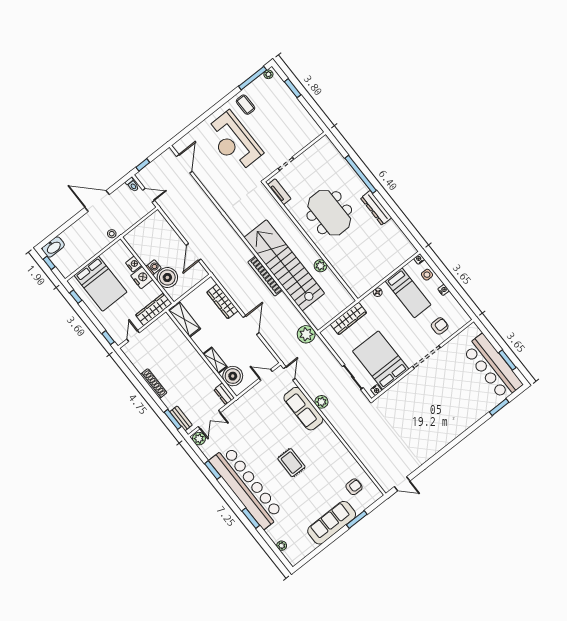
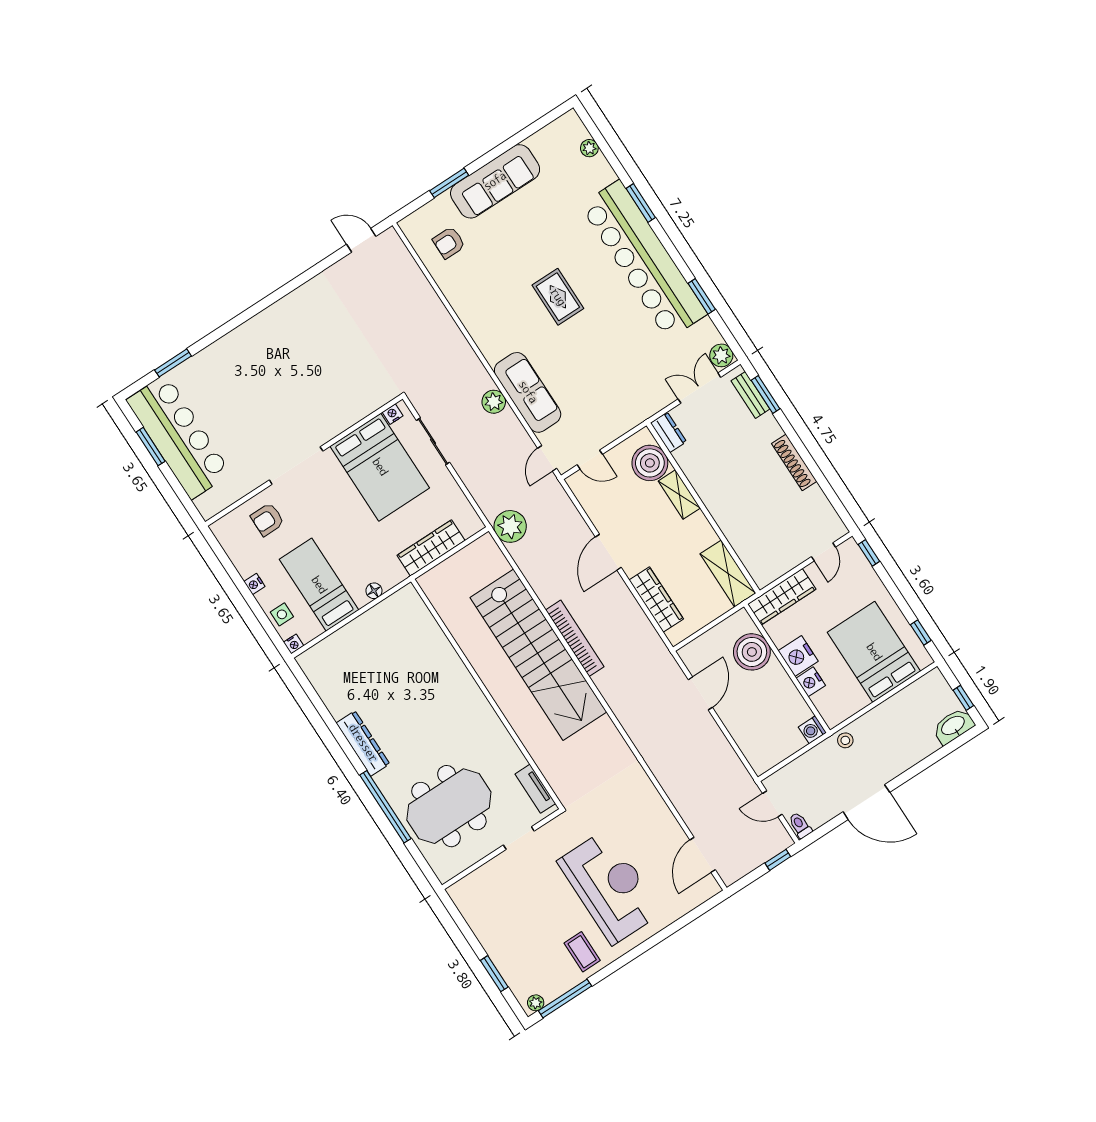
meeting table: (329, 213) -> (449, 806), moved, turned 90
plant: (320, 266) -> (473, 648), removed
washing machine: (154, 267) -> (812, 730), moved

